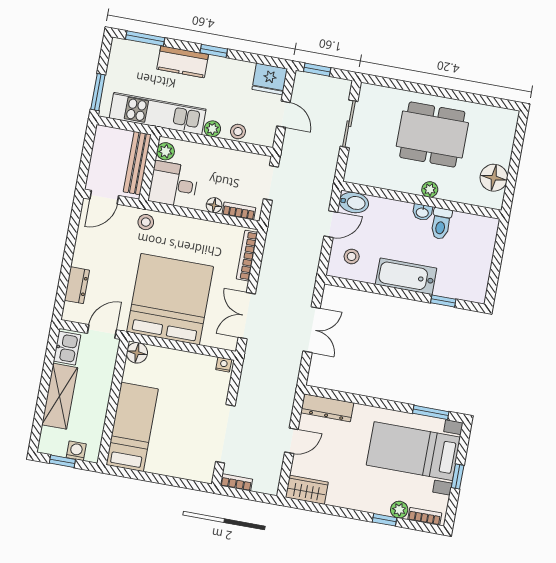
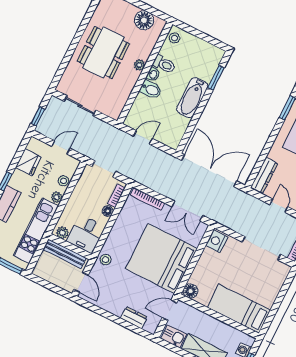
fridge: (270, 79) -> (28, 162), moved
bidet: (354, 202) -> (151, 90), moved, turned 90
door: (331, 224) -> (143, 137), hinge flipped
stool: (352, 256) -> (175, 38), moved
window: (443, 301) -> (216, 78), width x1.50
double door: (312, 330) -> (209, 171), width x1.87
door: (102, 332) -> (170, 310), hinge flipped
nightstand: (224, 365) -> (217, 241), width x1.89, depth x1.79

